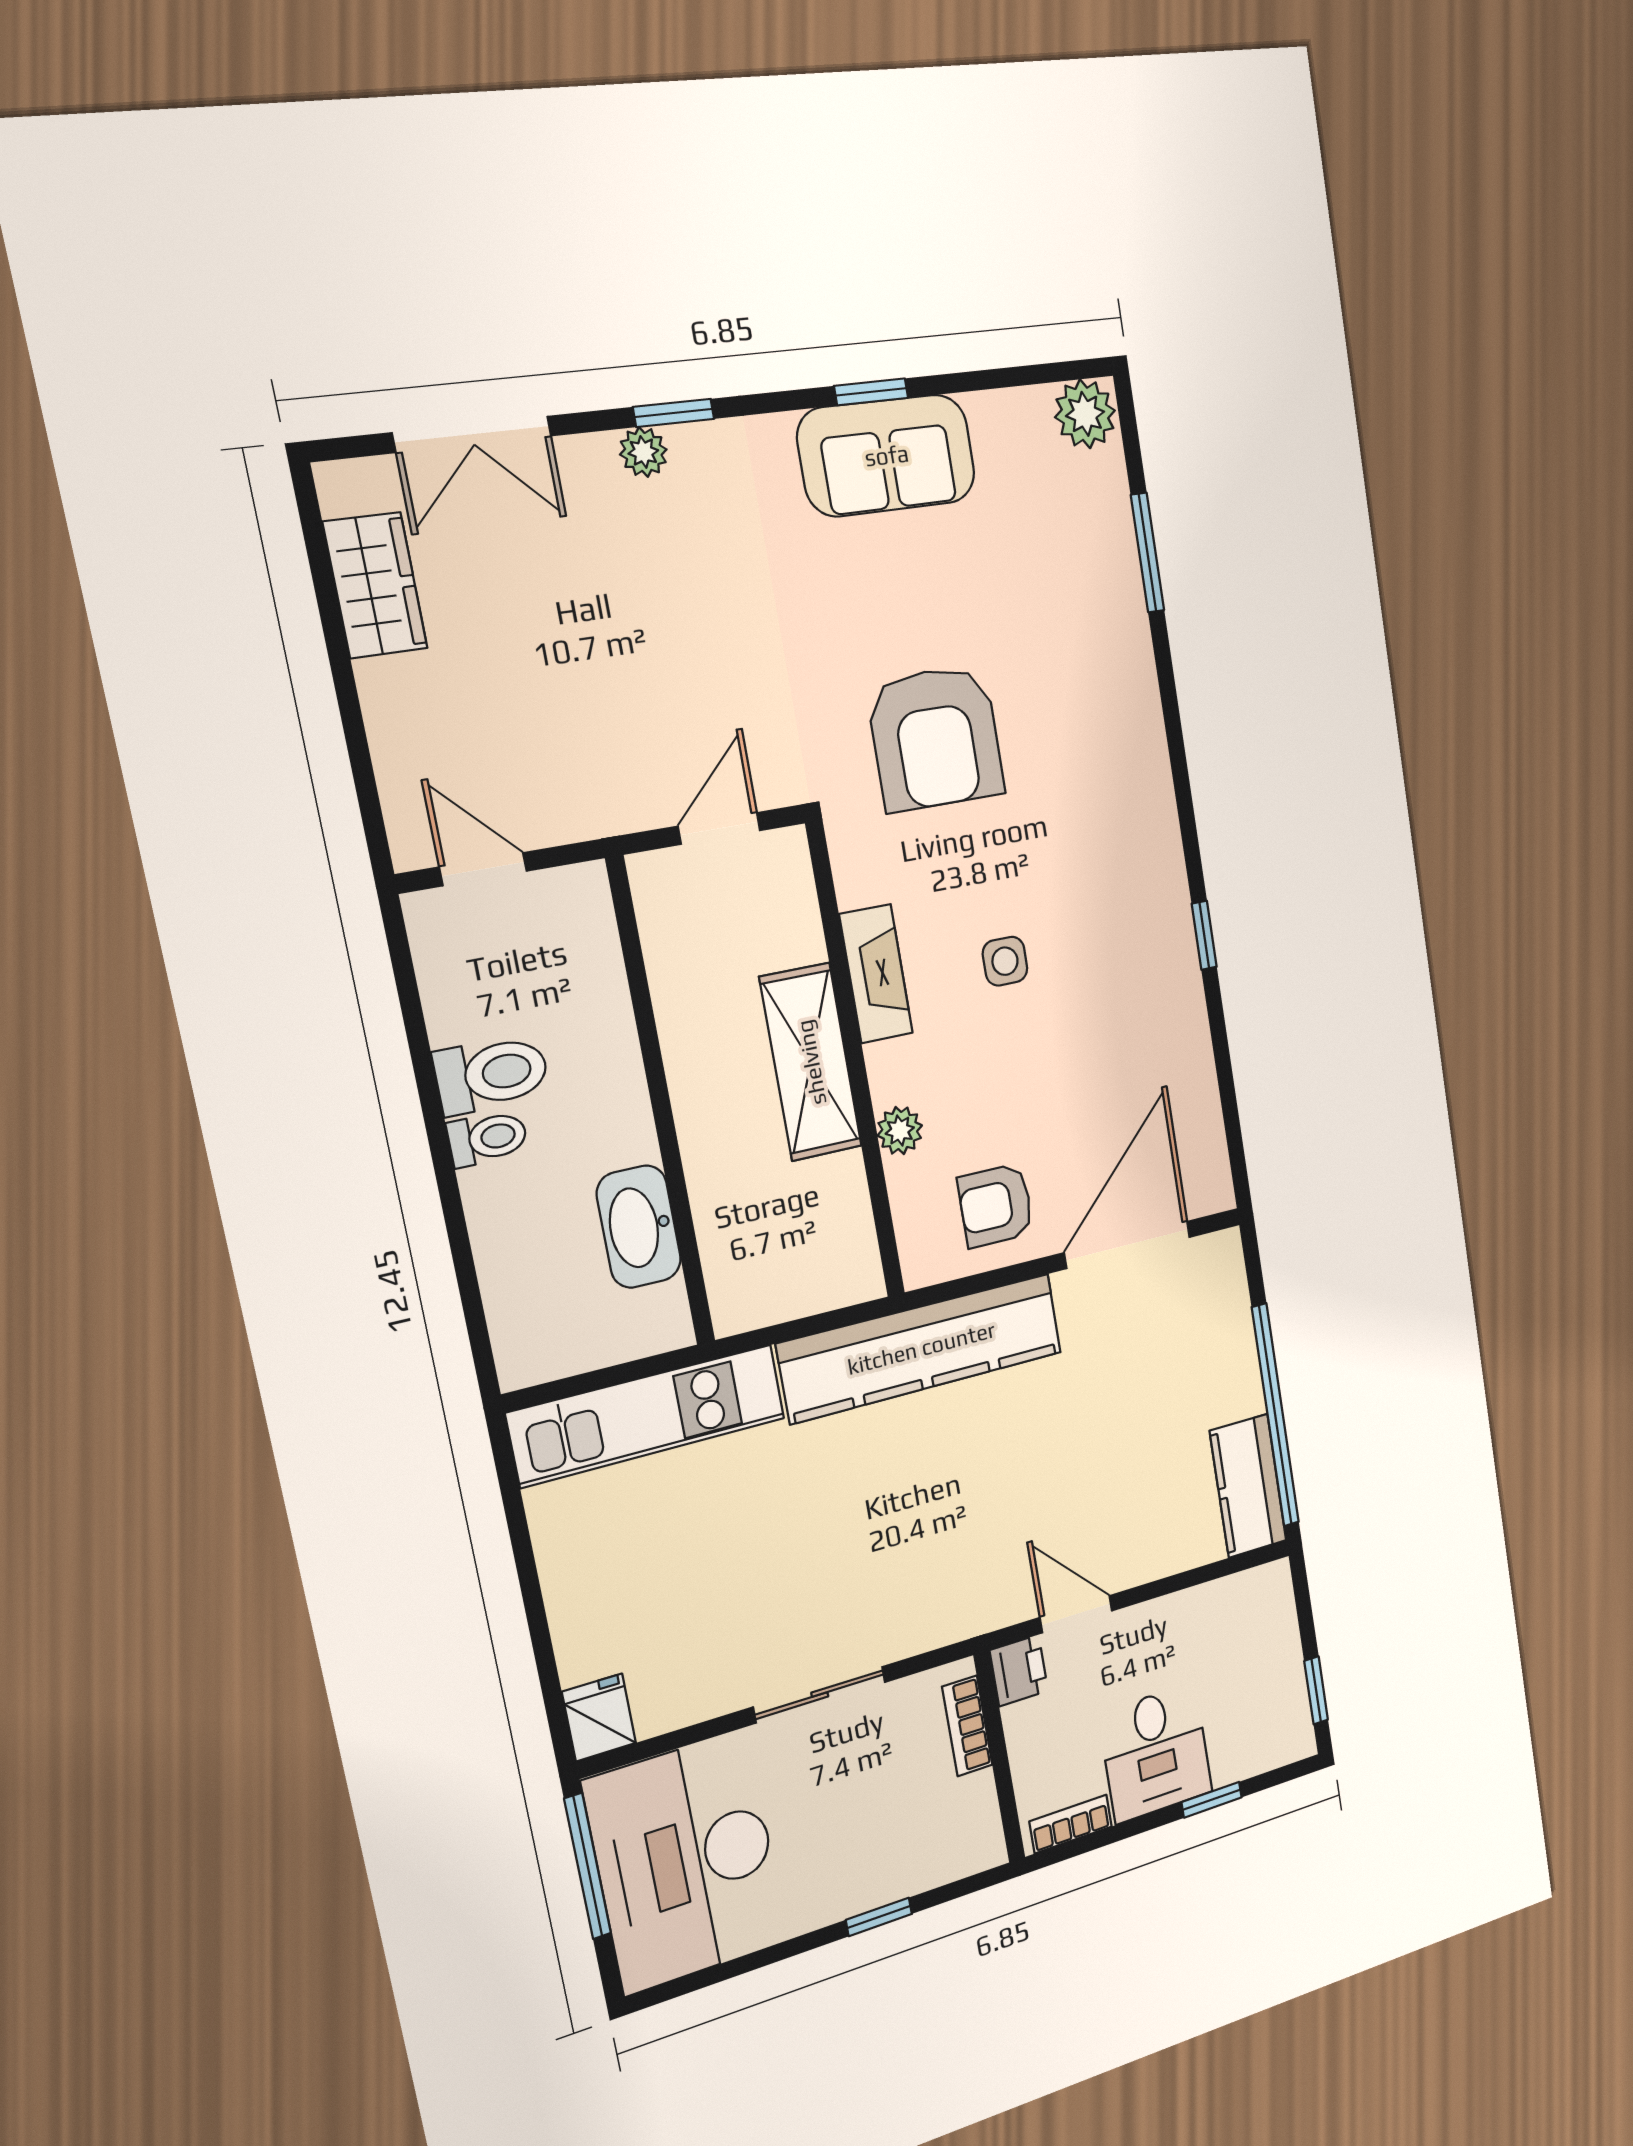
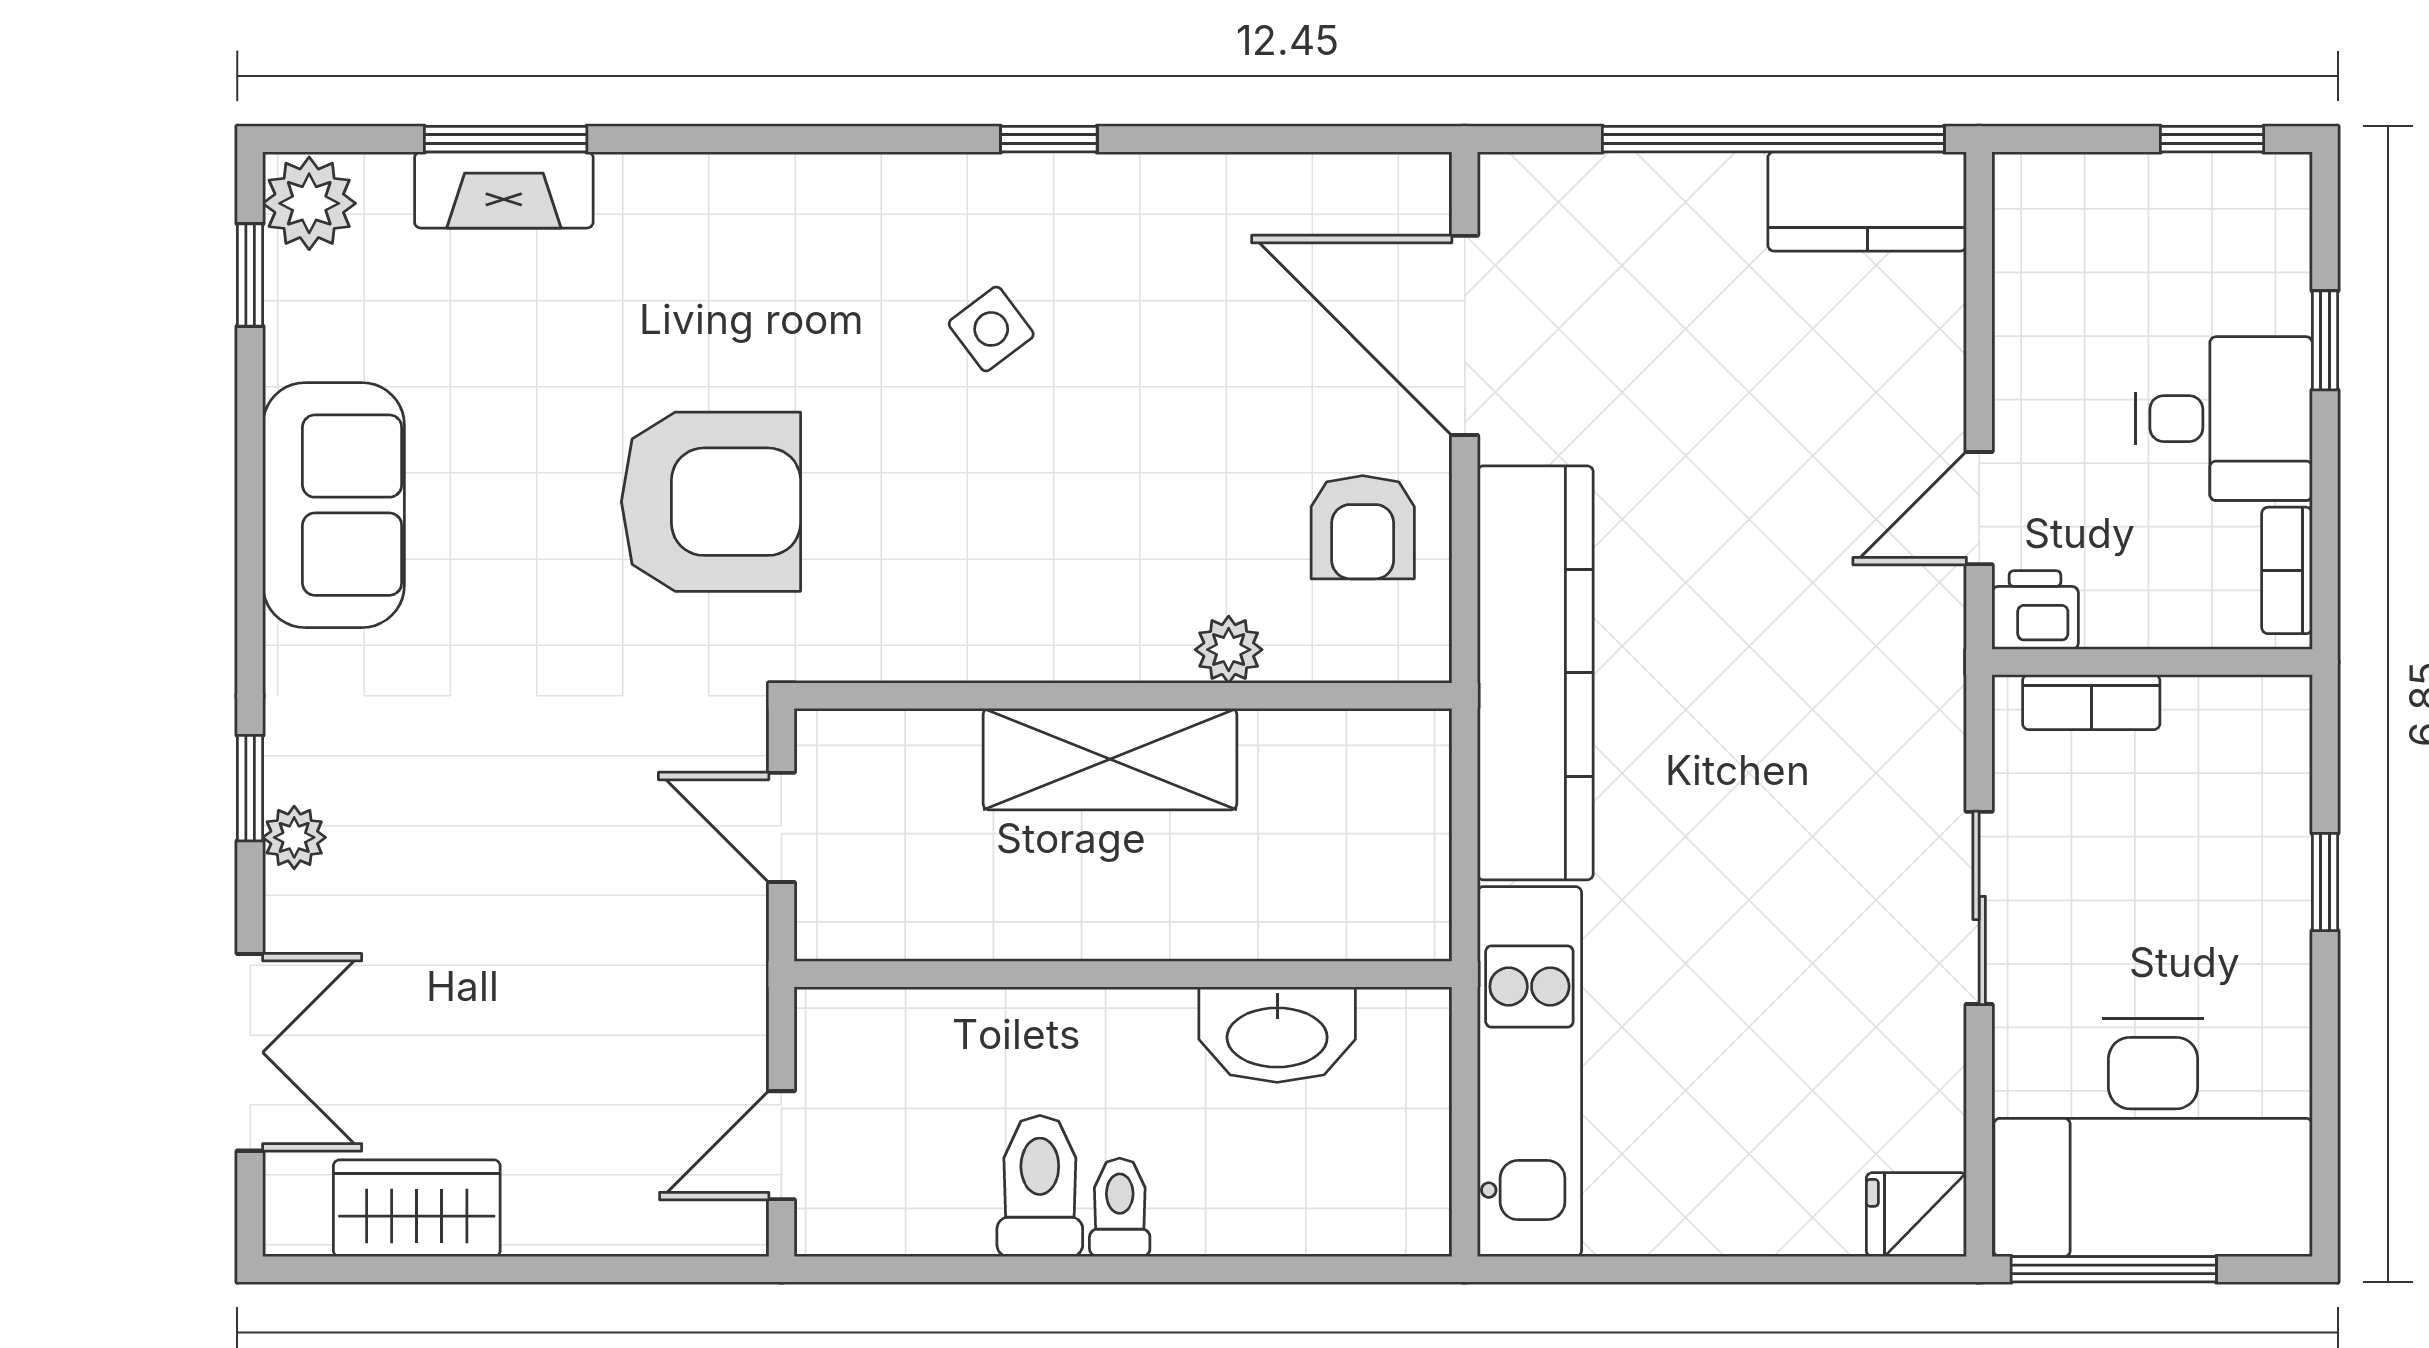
window: (871, 392) -> (250, 275), moved
side table: (1005, 961) -> (991, 329), moved, turned -37
fireplace: (876, 974) -> (504, 190), moved, turned 180

